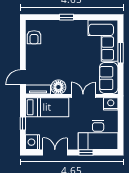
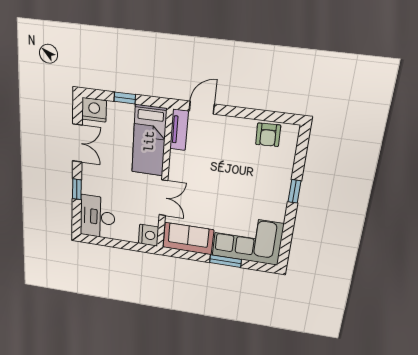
armchair: (34, 37) -> (268, 135), turned -92
door: (23, 77) -> (202, 108), hinge flipped
floor lamp: (58, 87) -> (181, 163), removed
desk: (98, 135) -> (98, 217), width x0.73, depth x0.77

